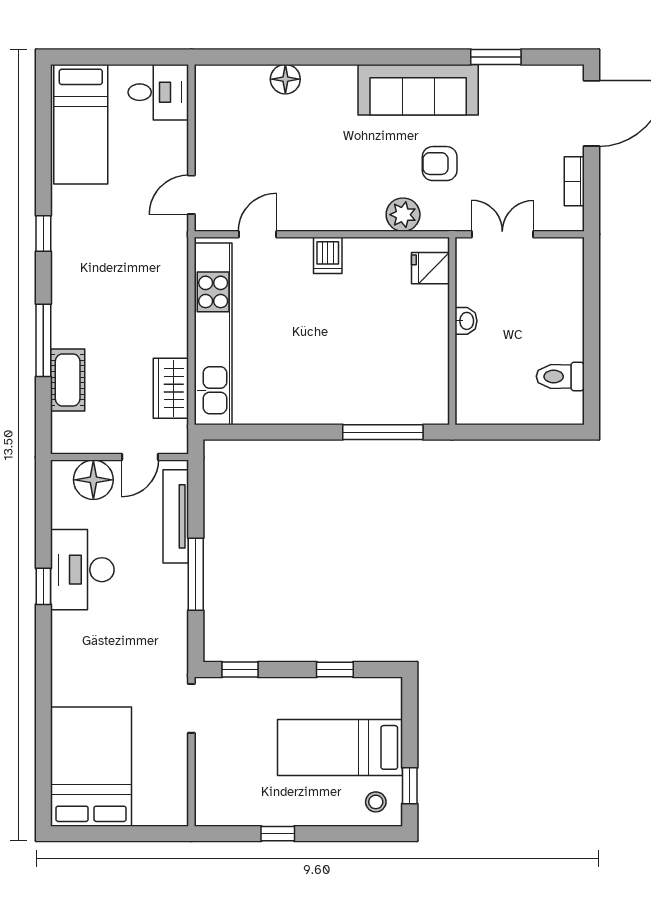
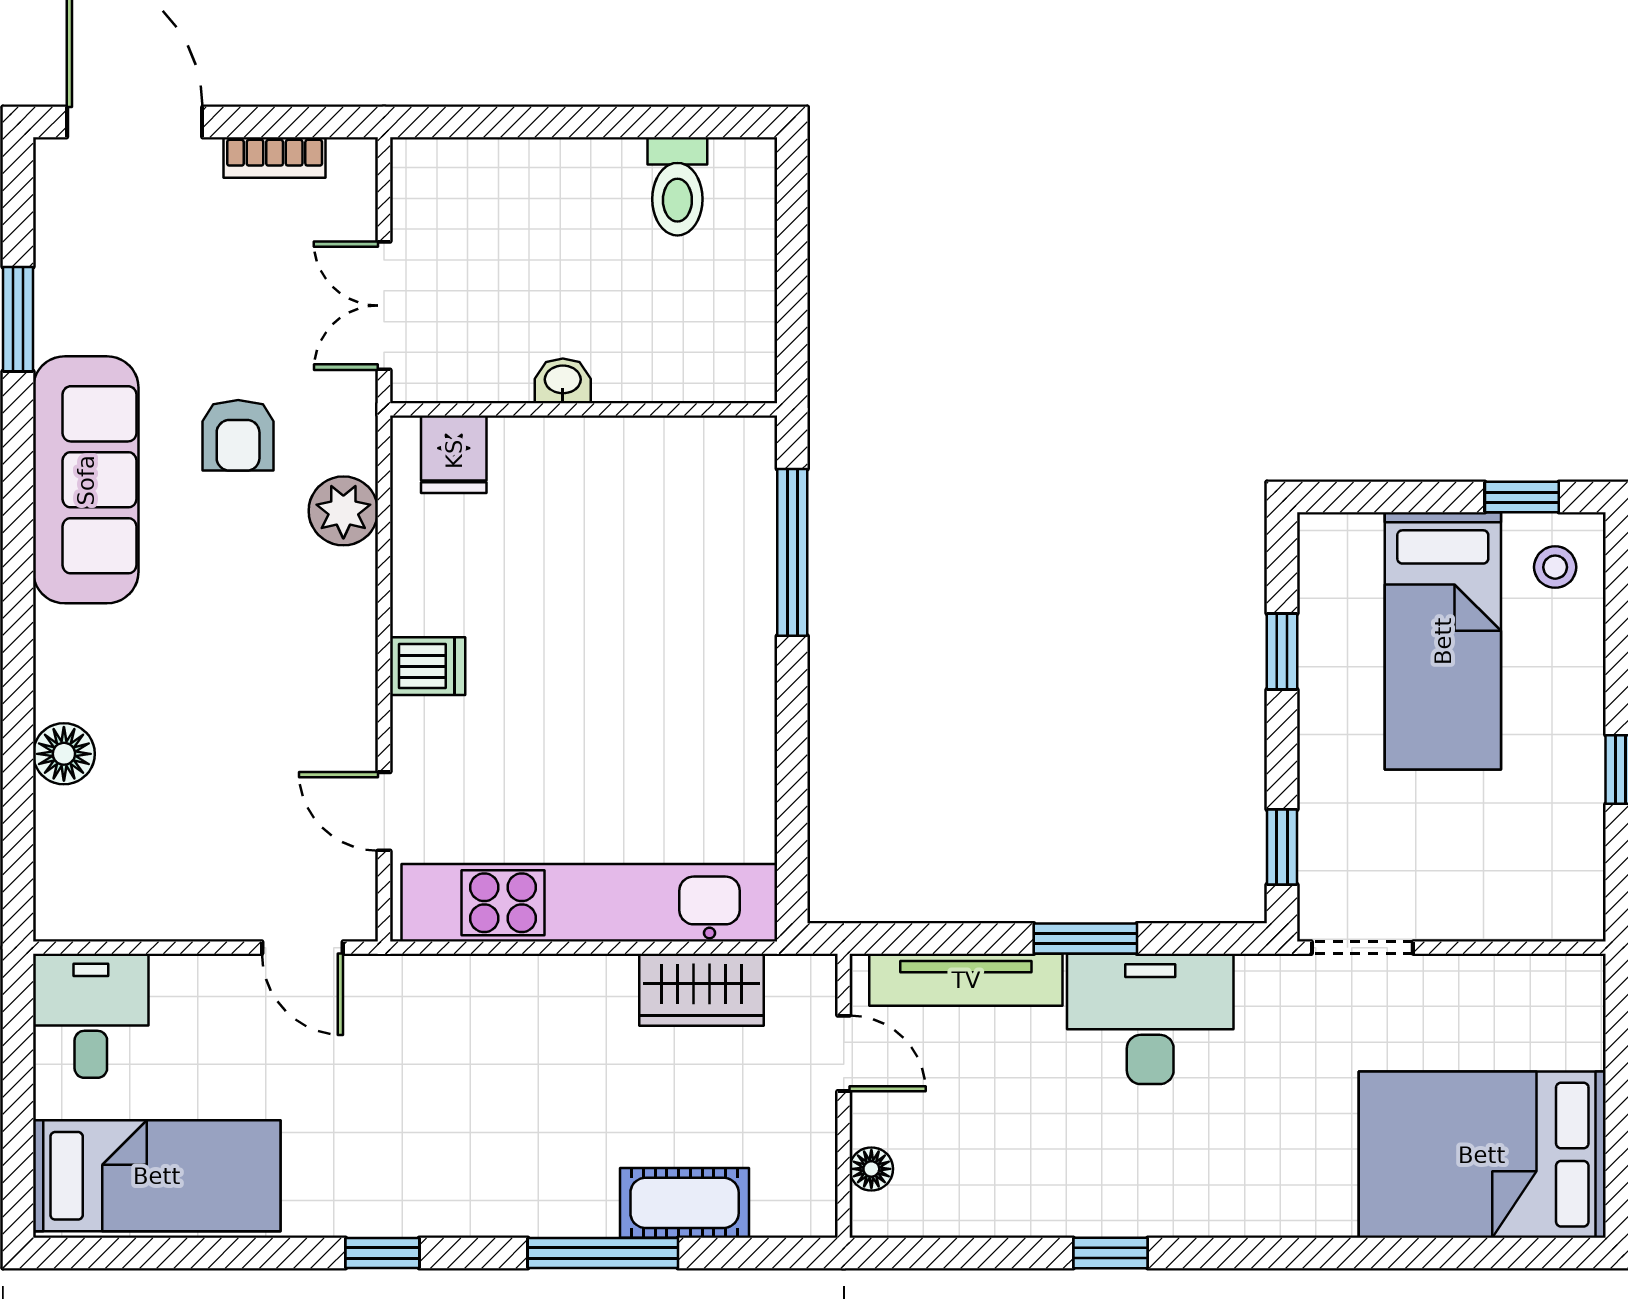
floor lamp: (93, 480) -> (871, 1169), width x0.53, depth x0.53
desk: (82, 570) -> (1150, 1019), moved, turned 180
window: (196, 574) -> (1085, 939), width x0.69

